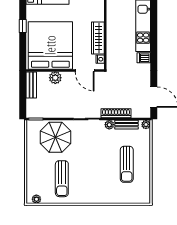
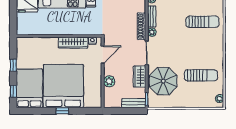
bed: (50, 45) -> (63, 86), moved, turned 90
bench: (31, 85) -> (134, 103), moved
wardrobe: (61, 111) -> (139, 76), added
sun lounger: (127, 164) -> (202, 22), moved

